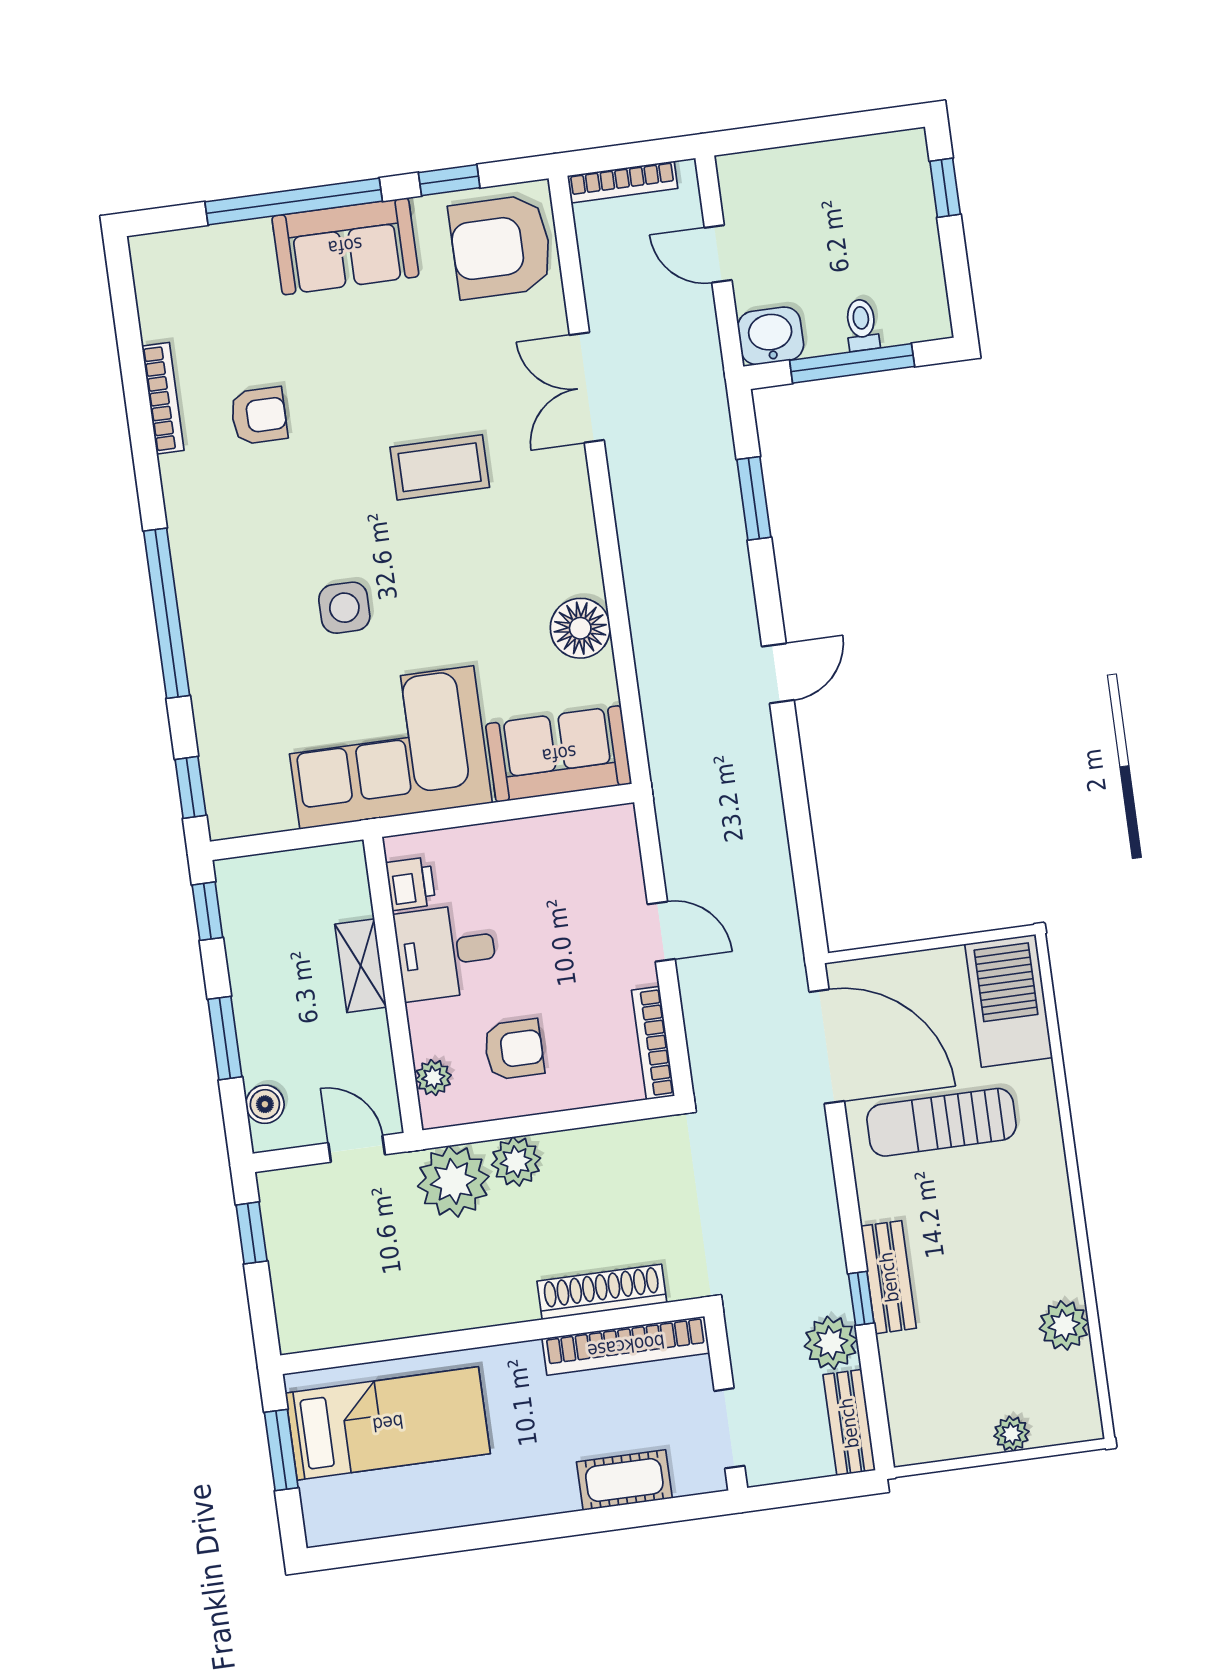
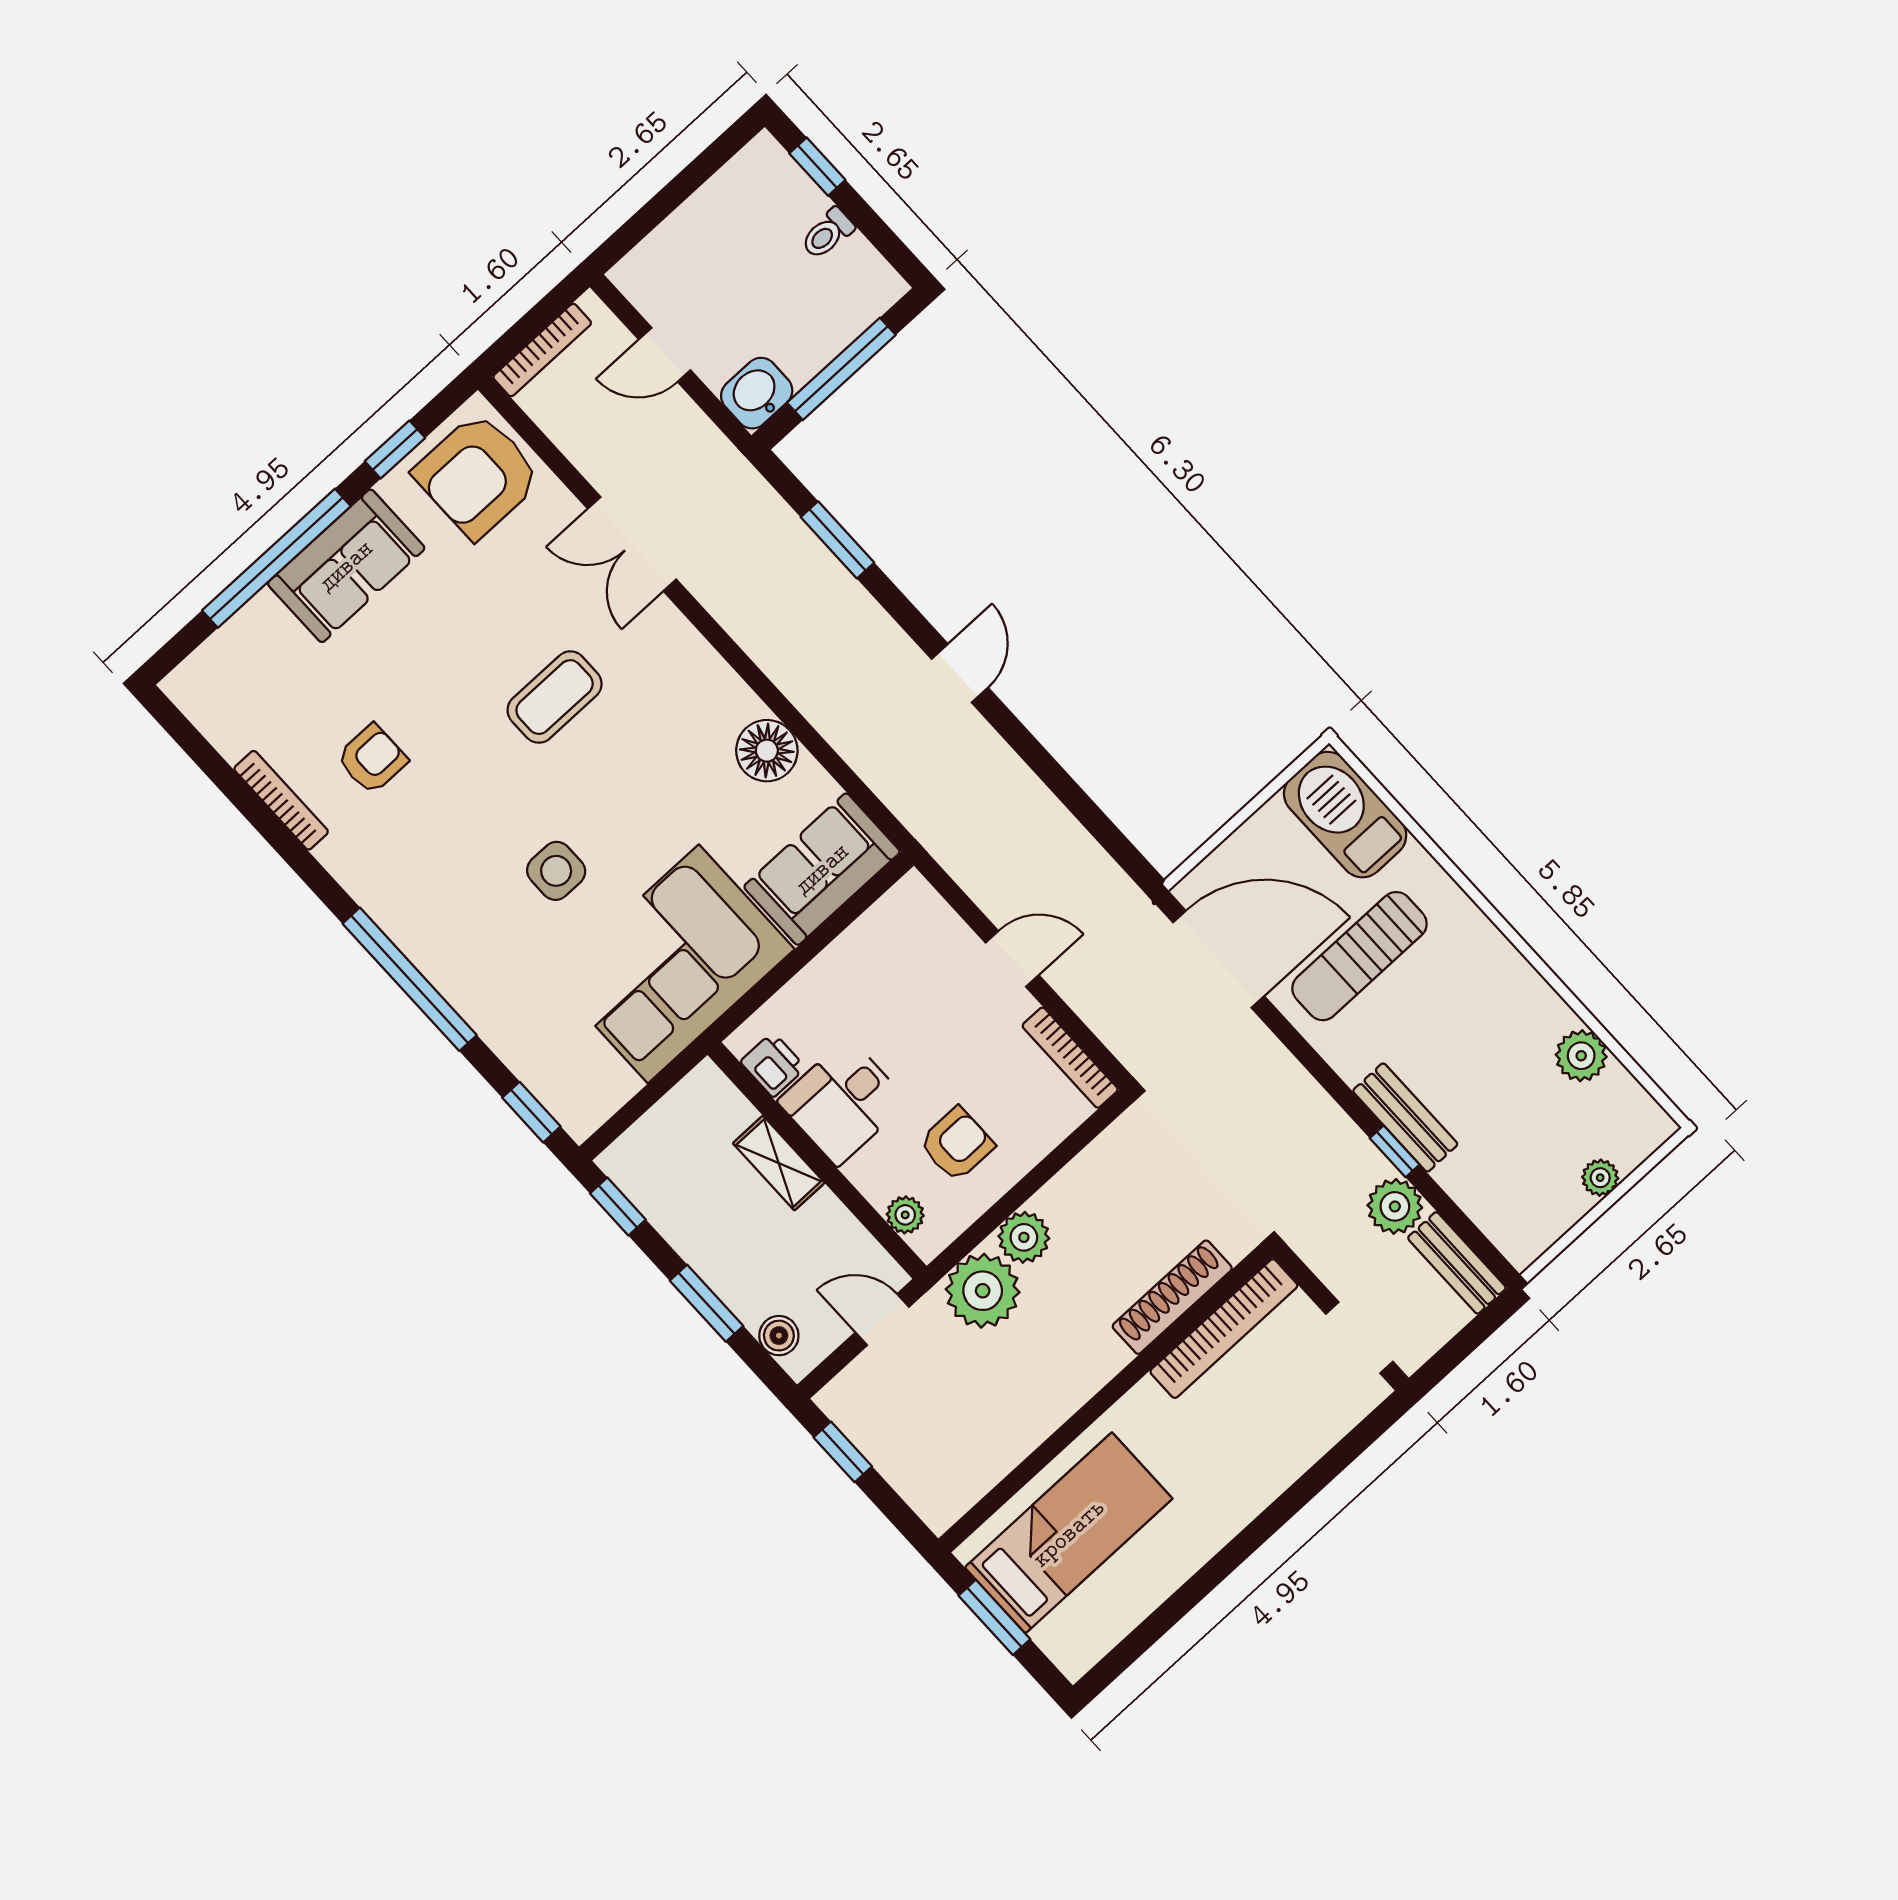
toilet: (862, 325) -> (827, 234), moved, turned -90
cot: (624, 1480) -> (1301, 1443), removed

